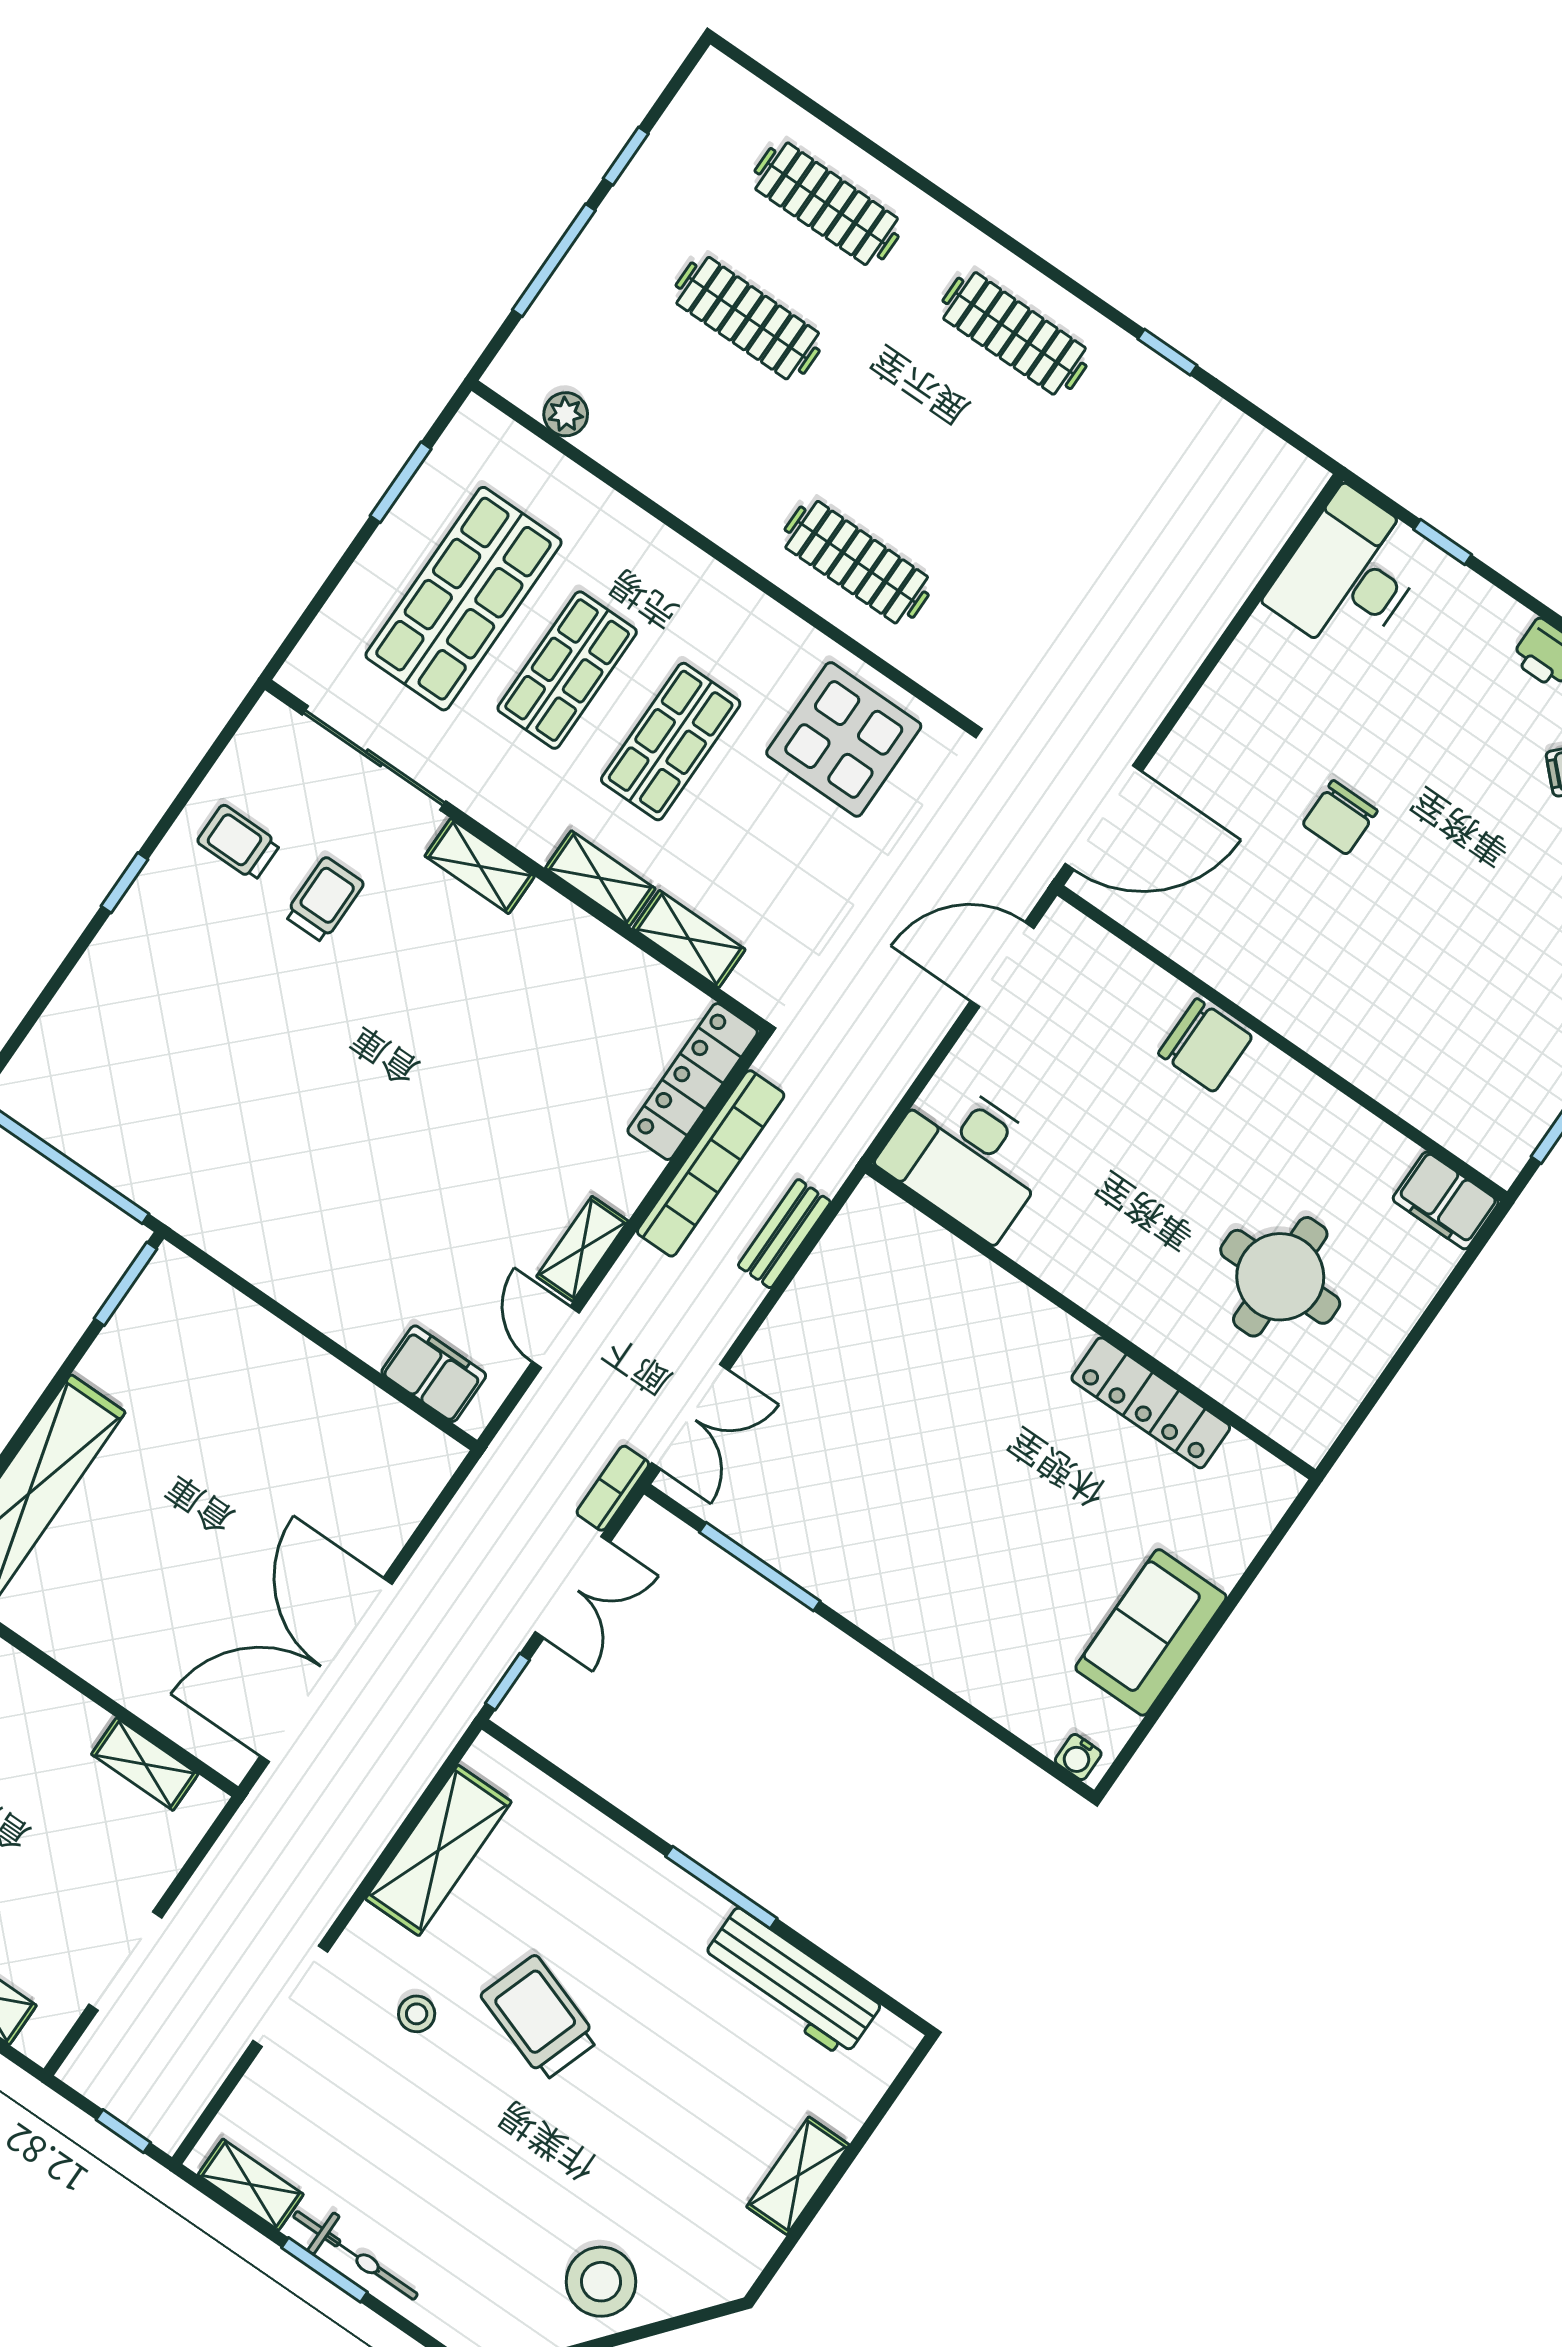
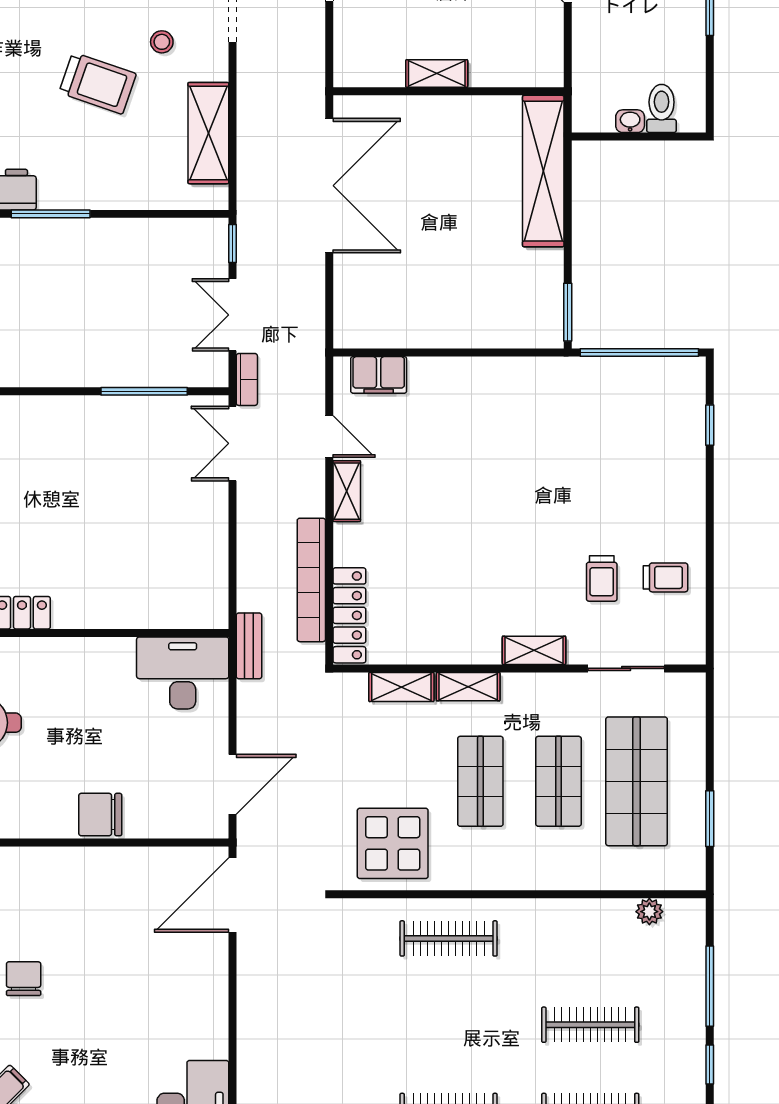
sliding door: (374, 758) -> (626, 668), width x0.73
chair: (1340, 818) -> (24, 979), moved
window: (124, 883) -> (710, 425), moved
bench: (784, 1234) -> (249, 646), moved
shelving: (145, 1764) -> (437, 74), moved

